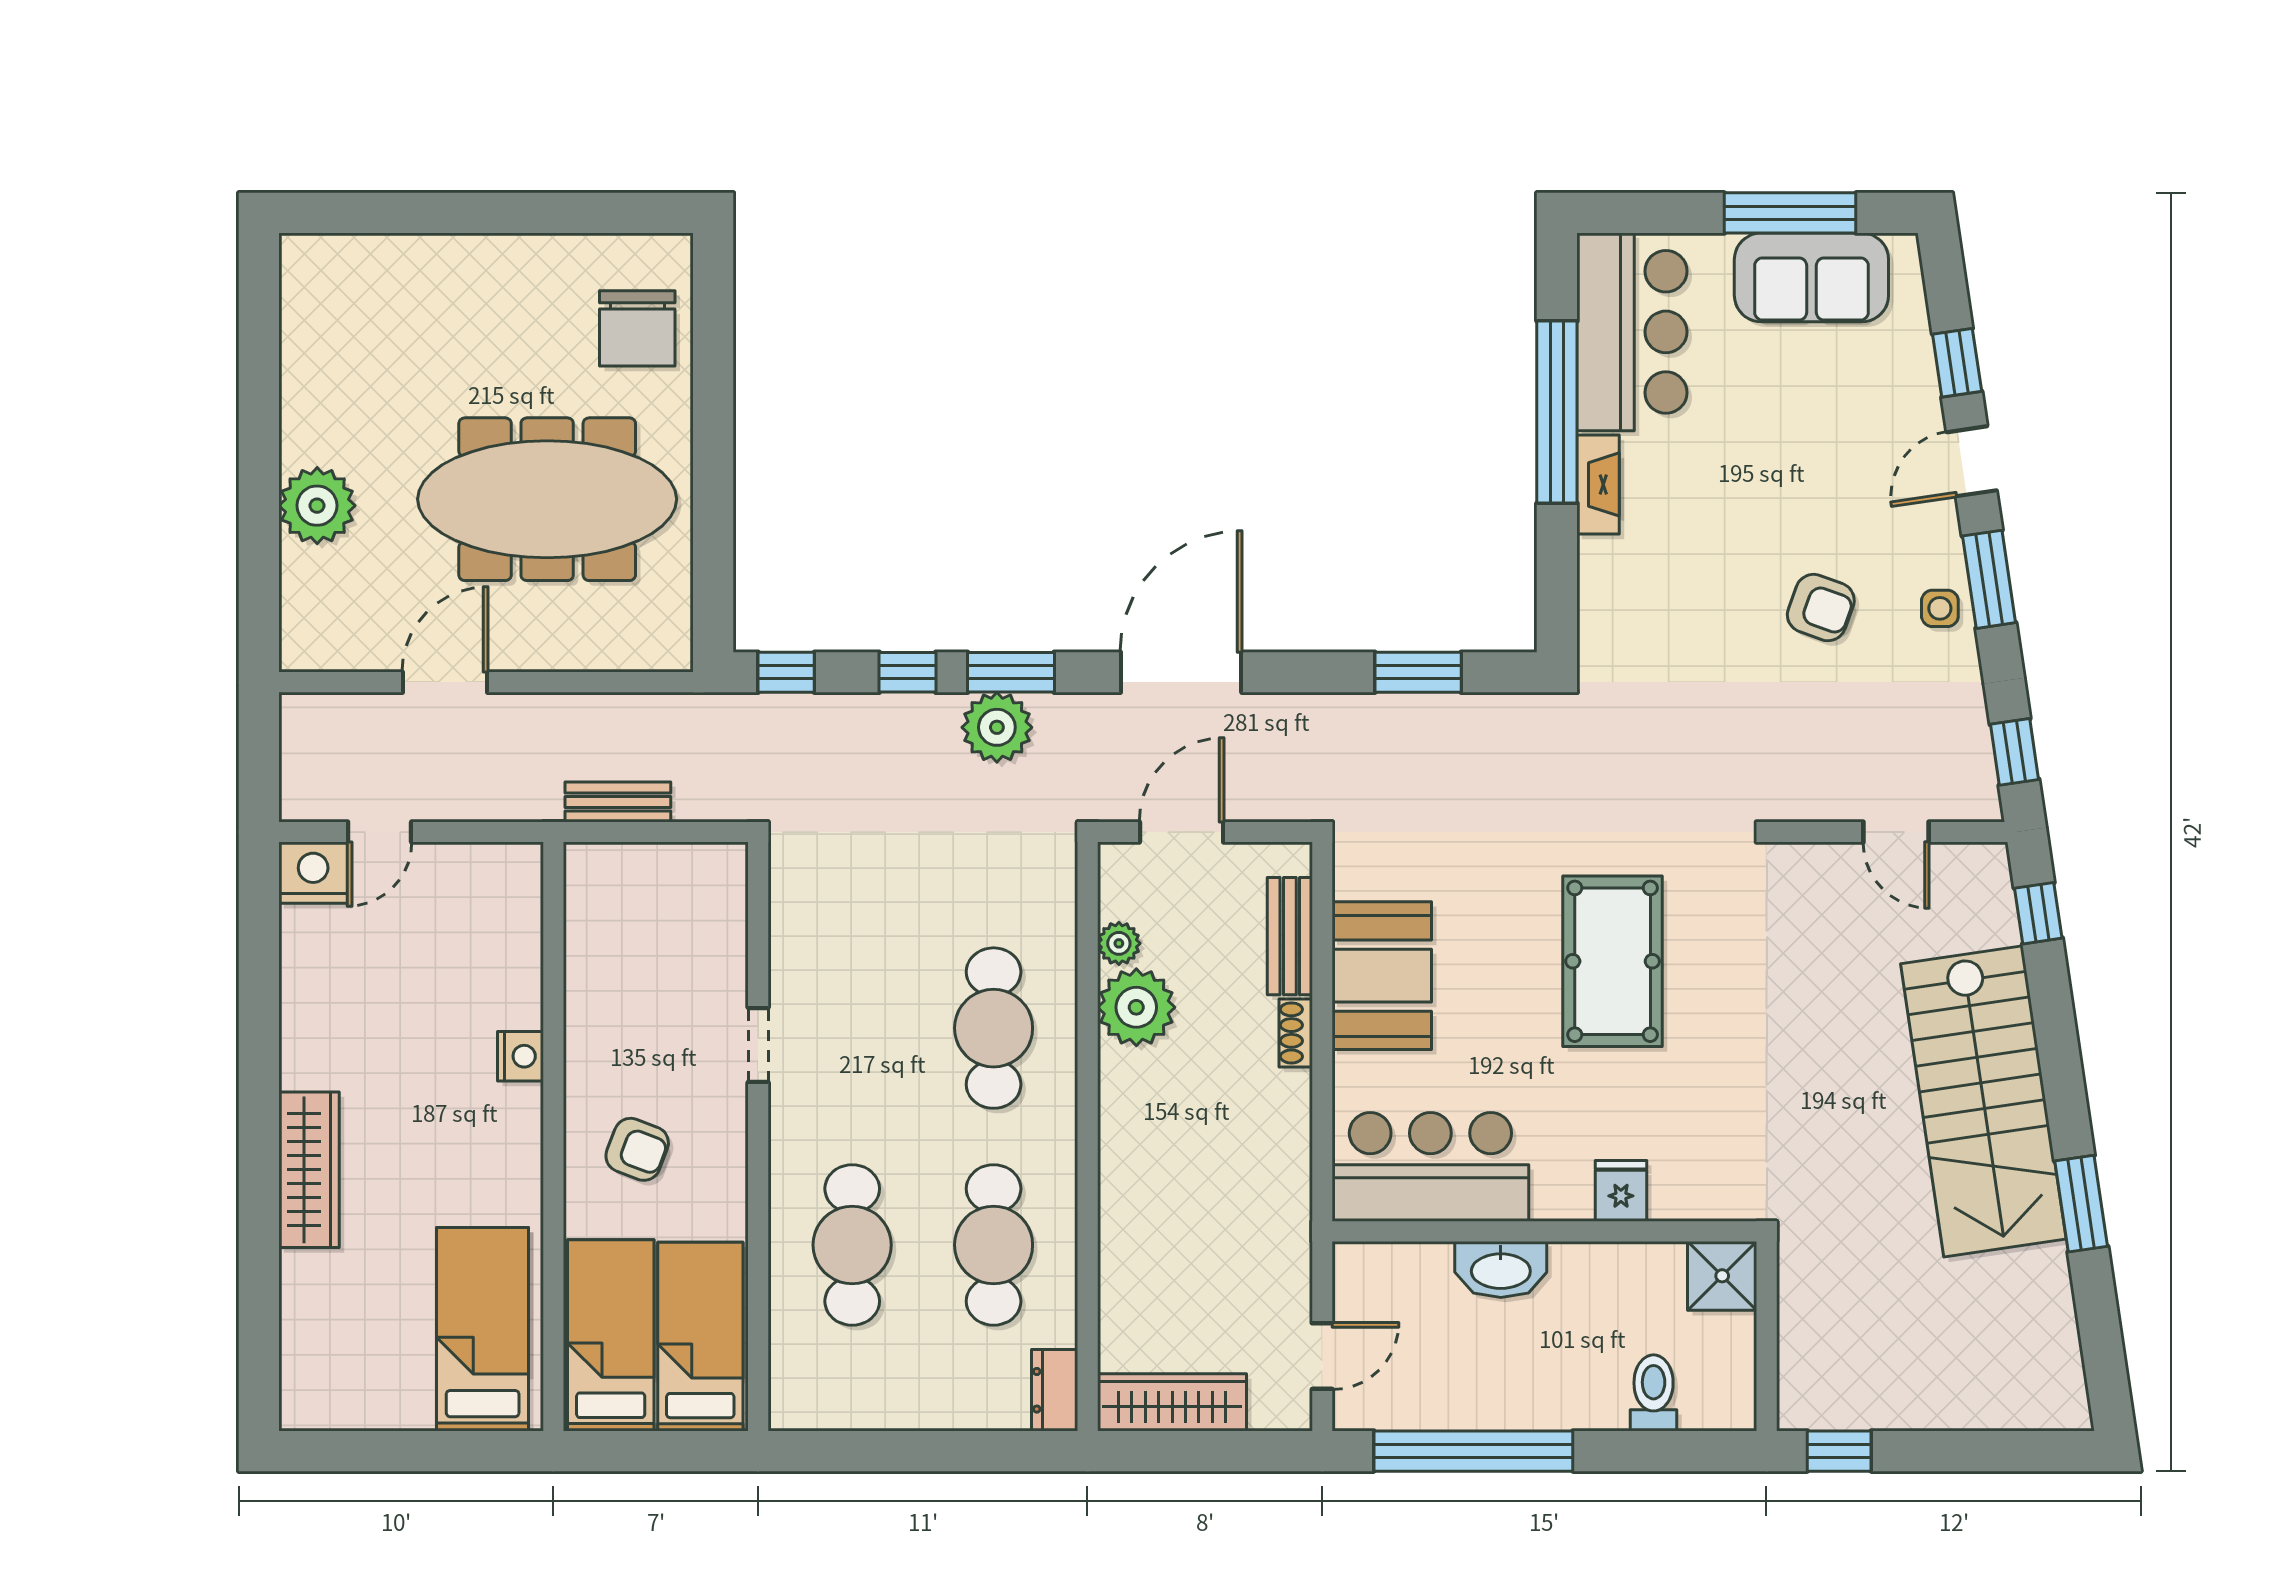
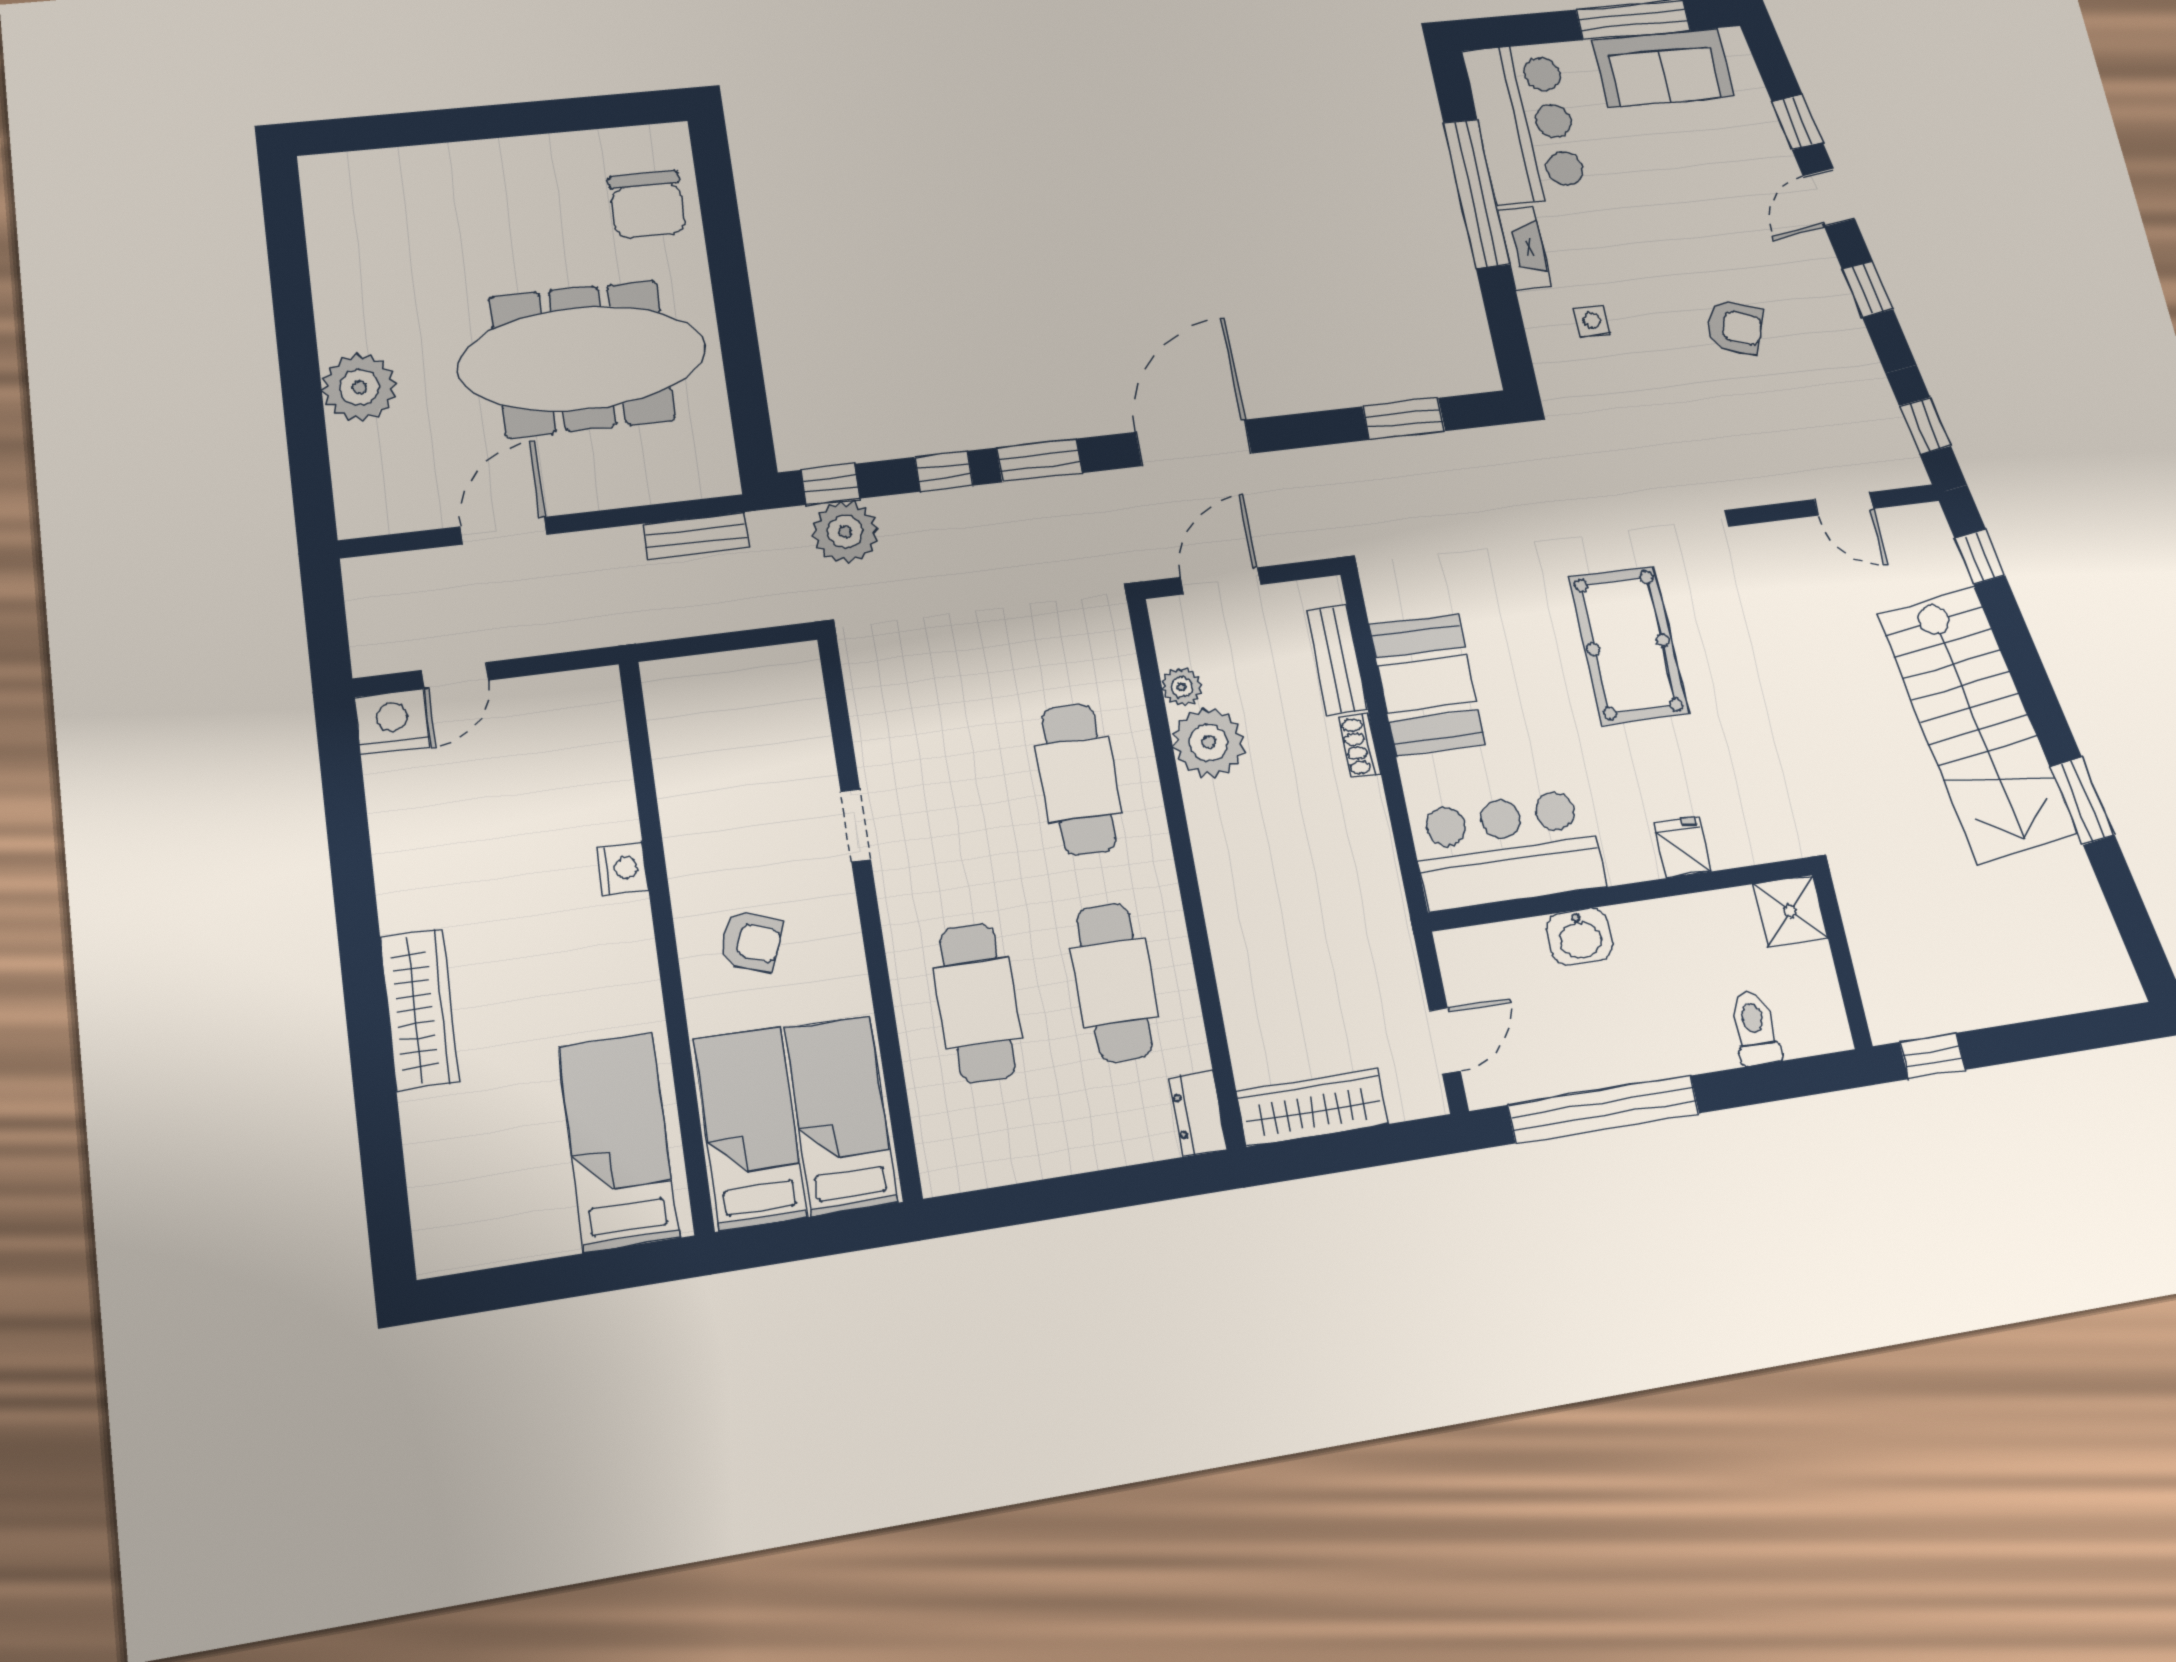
window: (1989, 579) -> (1867, 289), width x0.67
side table: (1940, 608) -> (1592, 320), moved
plant: (997, 727) -> (845, 532), moved
bench: (618, 802) -> (696, 536), moved
washbasin: (1501, 1269) -> (1580, 936), width x0.72

